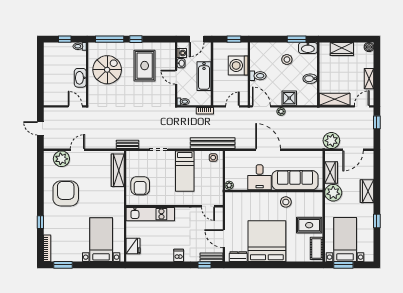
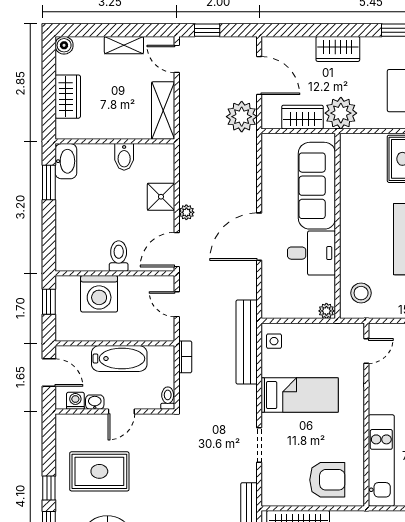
stool: (287, 60) -> (88, 201), removed
stool: (286, 202) -> (361, 293), moved

